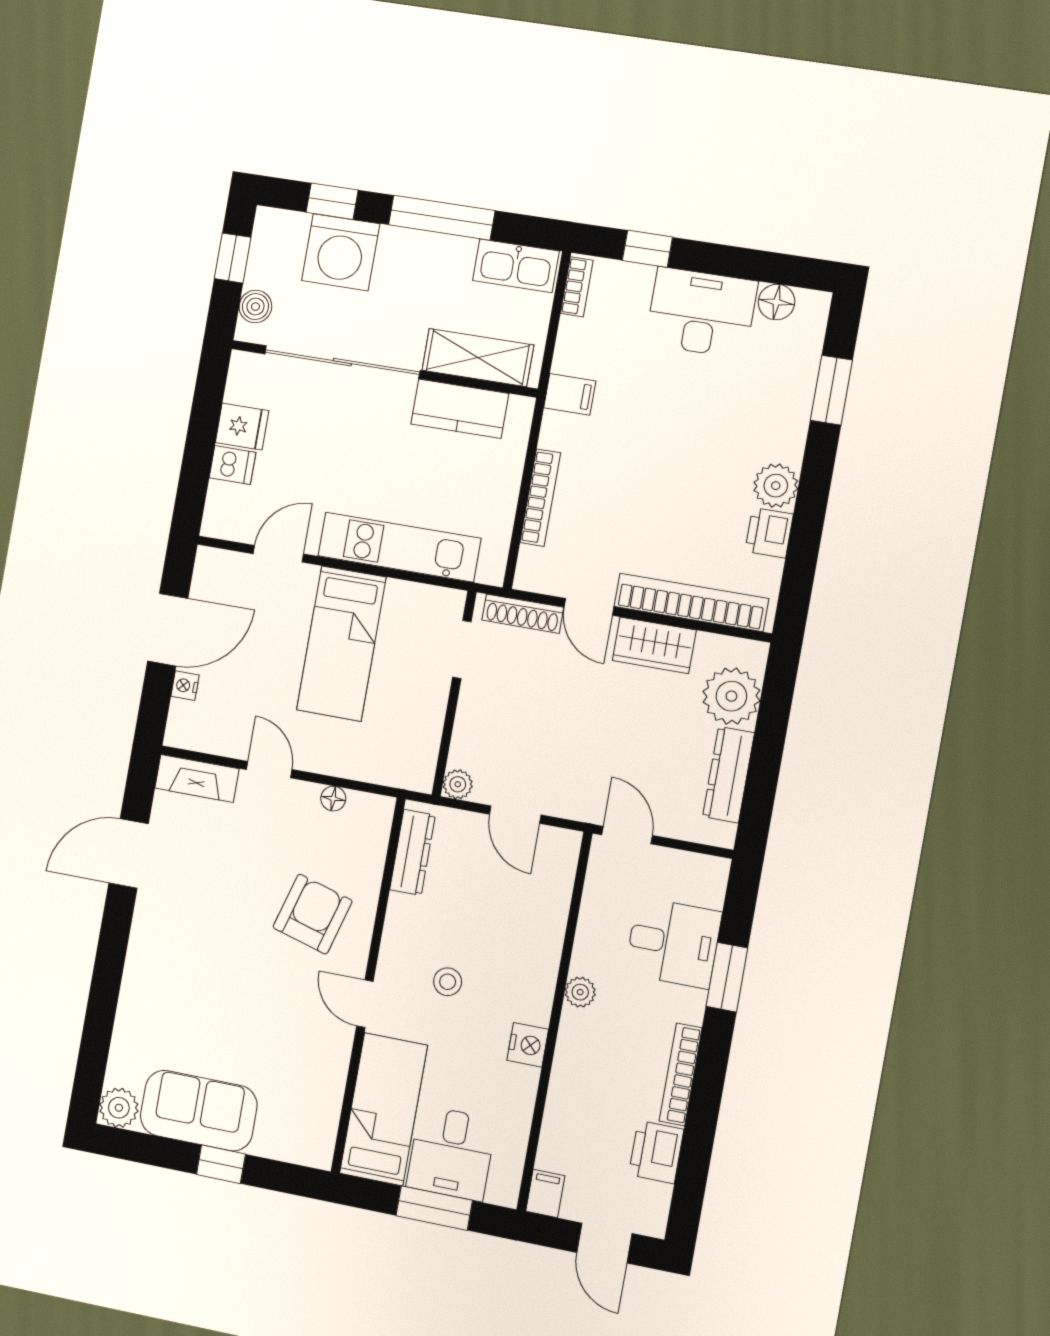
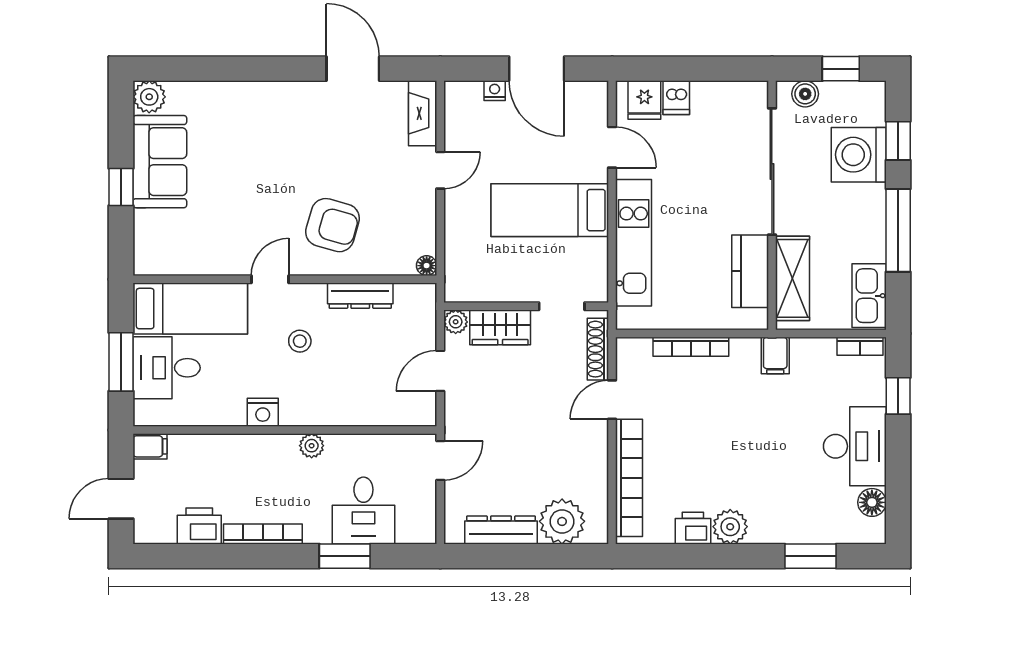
fridge: (242, 427) -> (644, 100), moved
wardrobe: (654, 645) -> (500, 327), moved, turned -90
floor lamp: (333, 799) -> (427, 266), moved
dresser: (412, 852) -> (360, 296), moved

